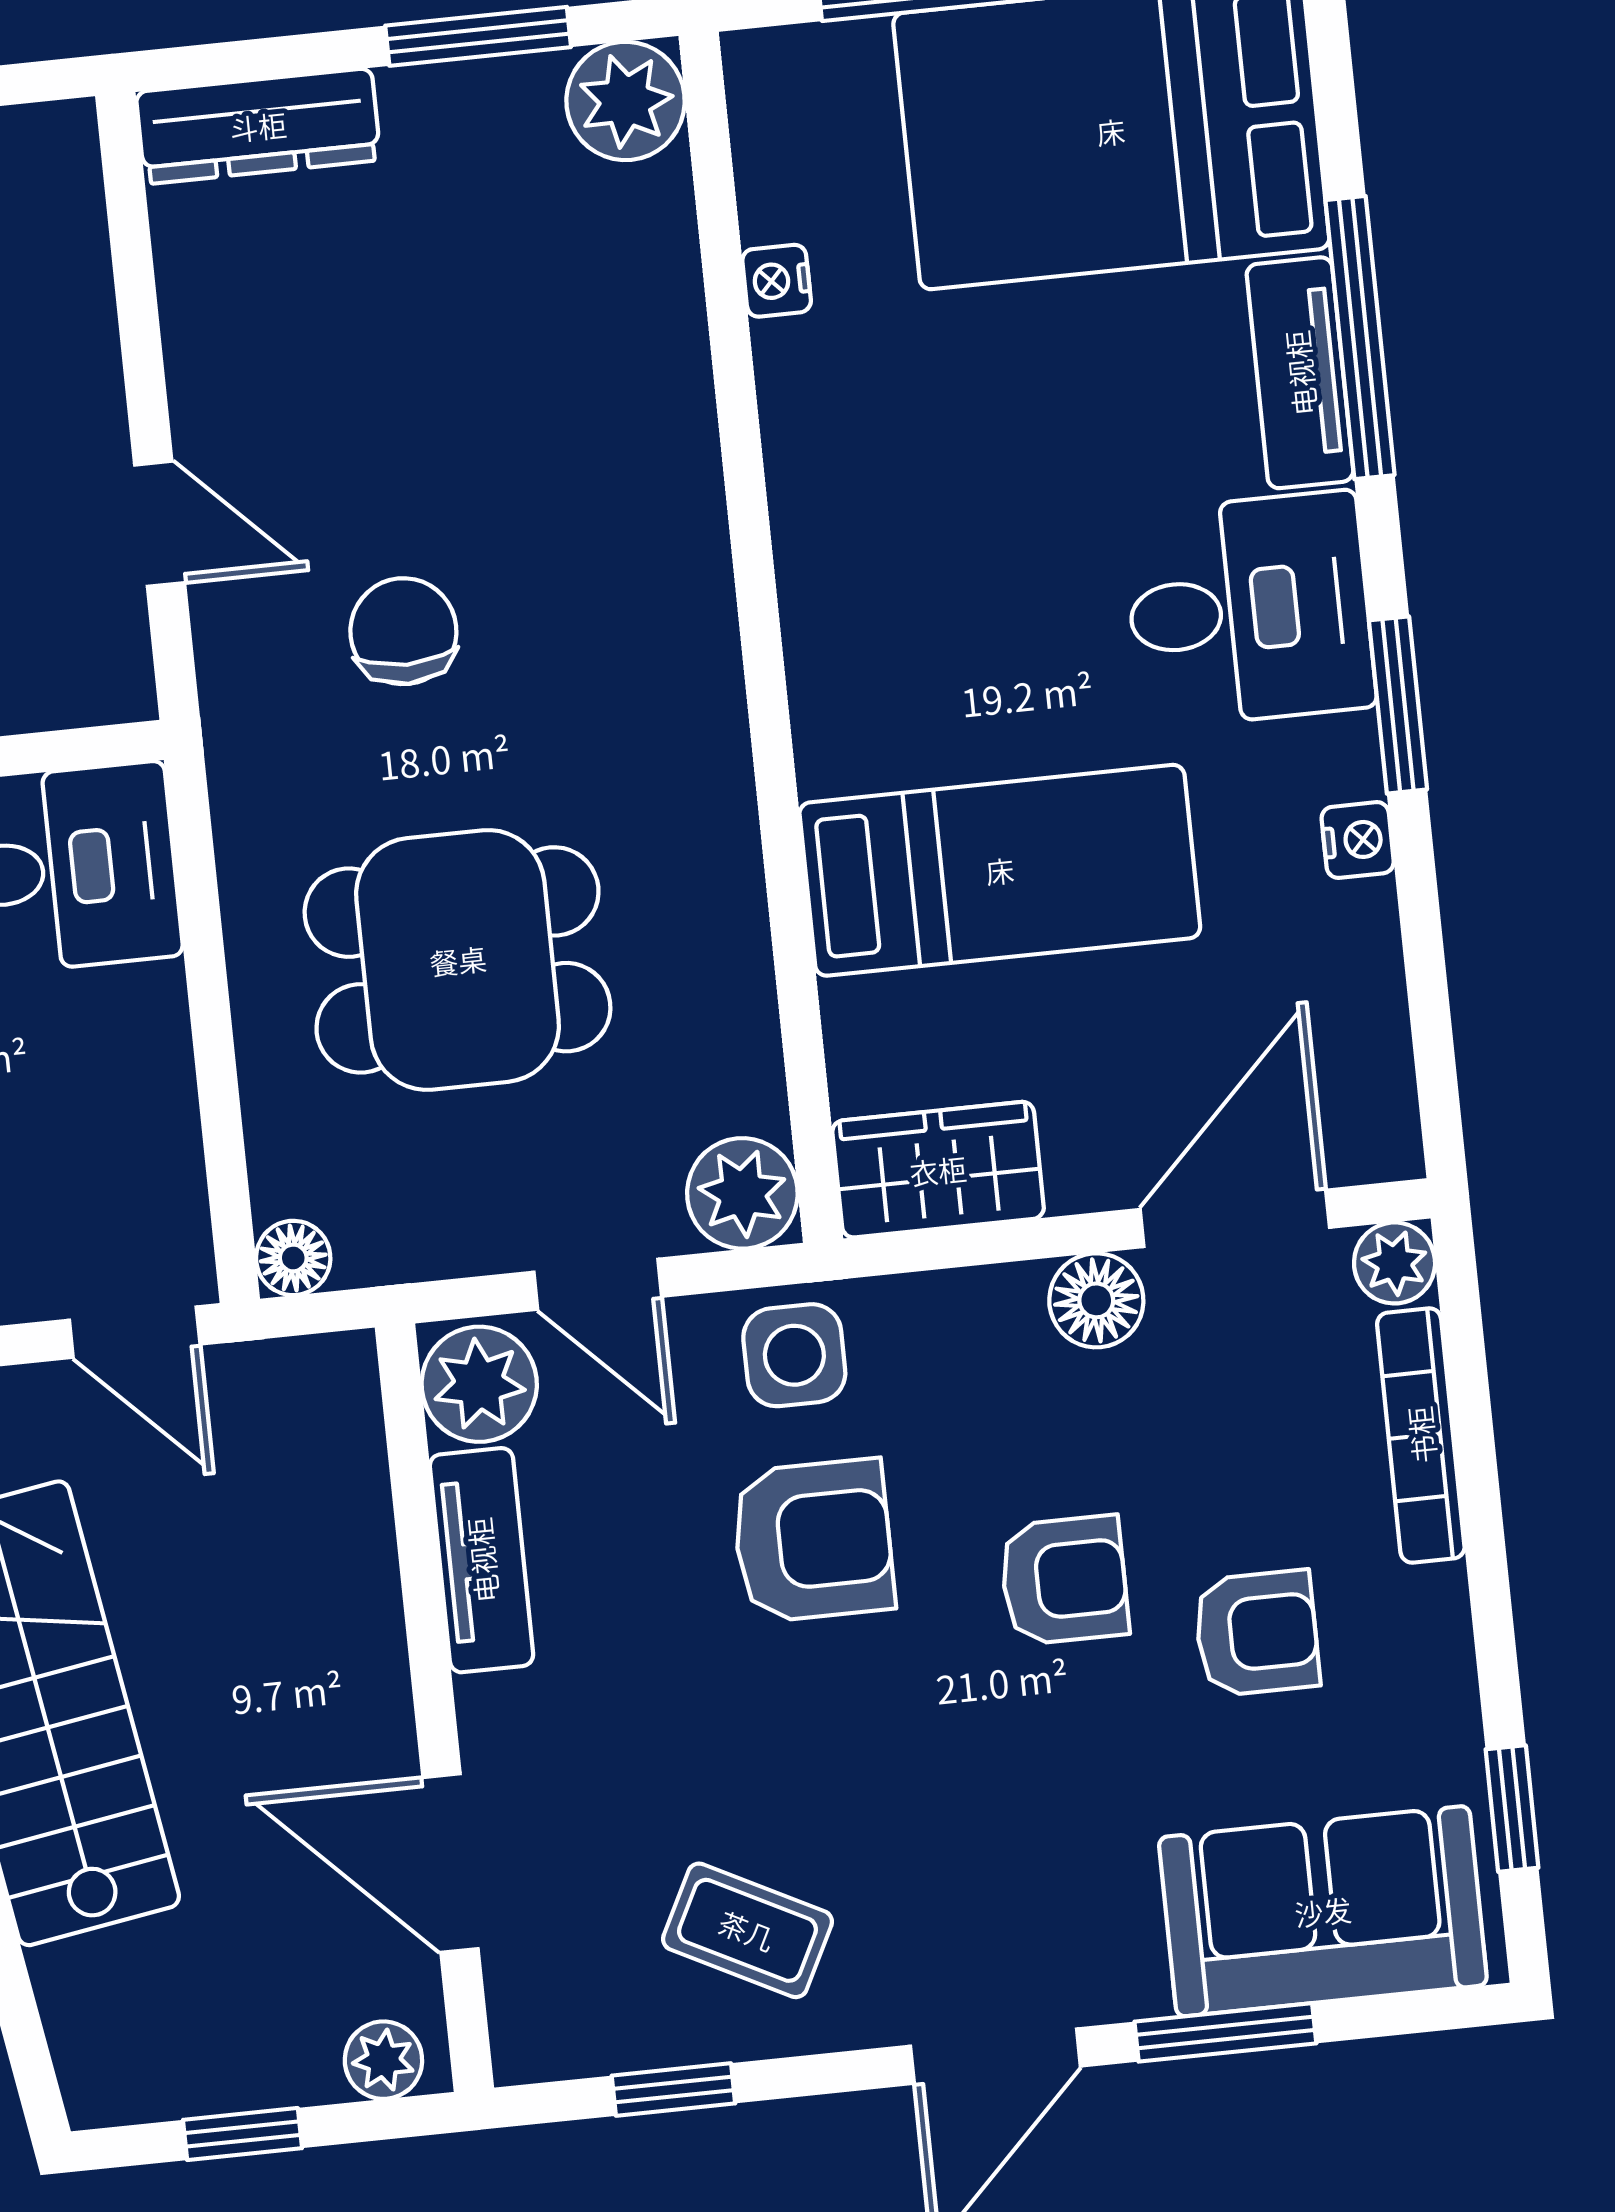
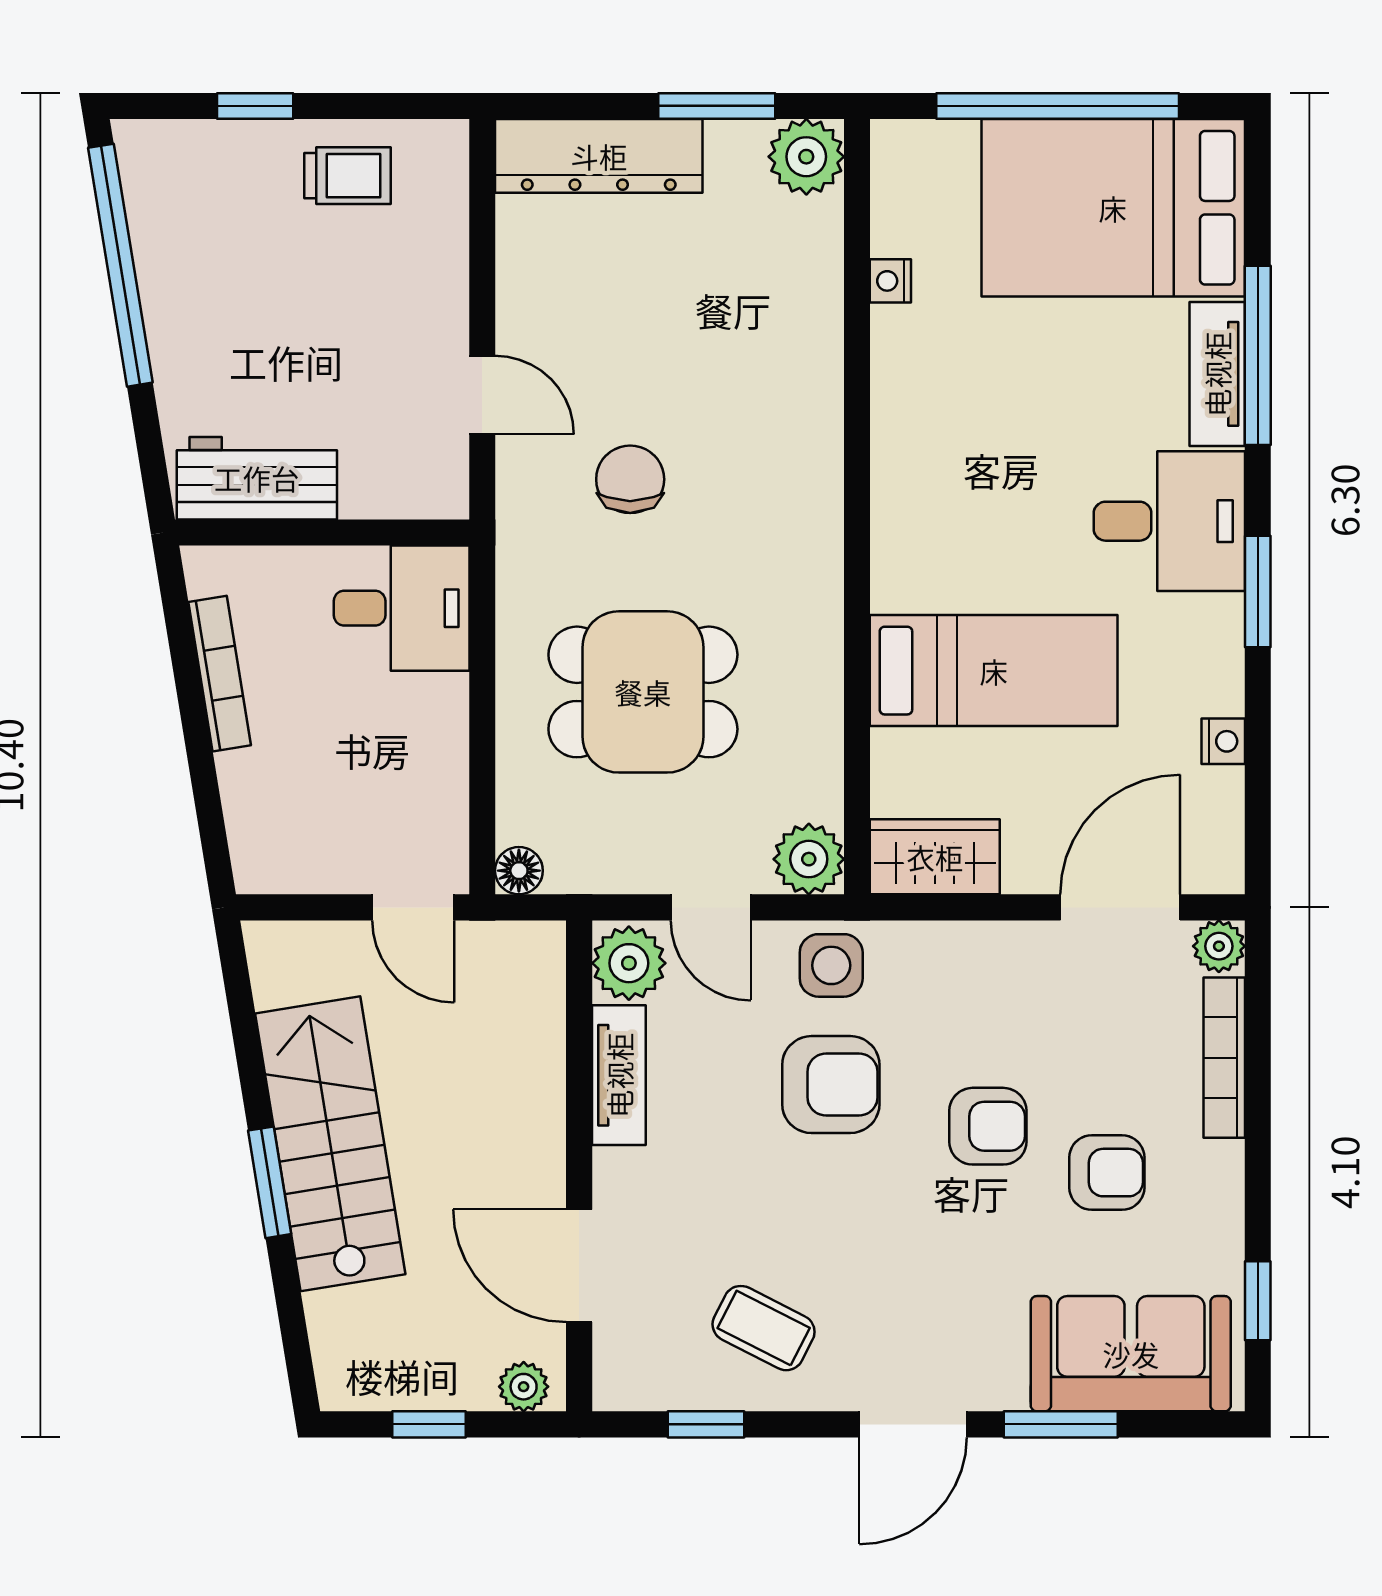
dresser: (258, 126) -> (599, 156), width x1.37, depth x1.24
nightstand: (1358, 840) -> (1223, 741), moved
floor lamp: (1096, 1300) -> (1027, 950), removed

